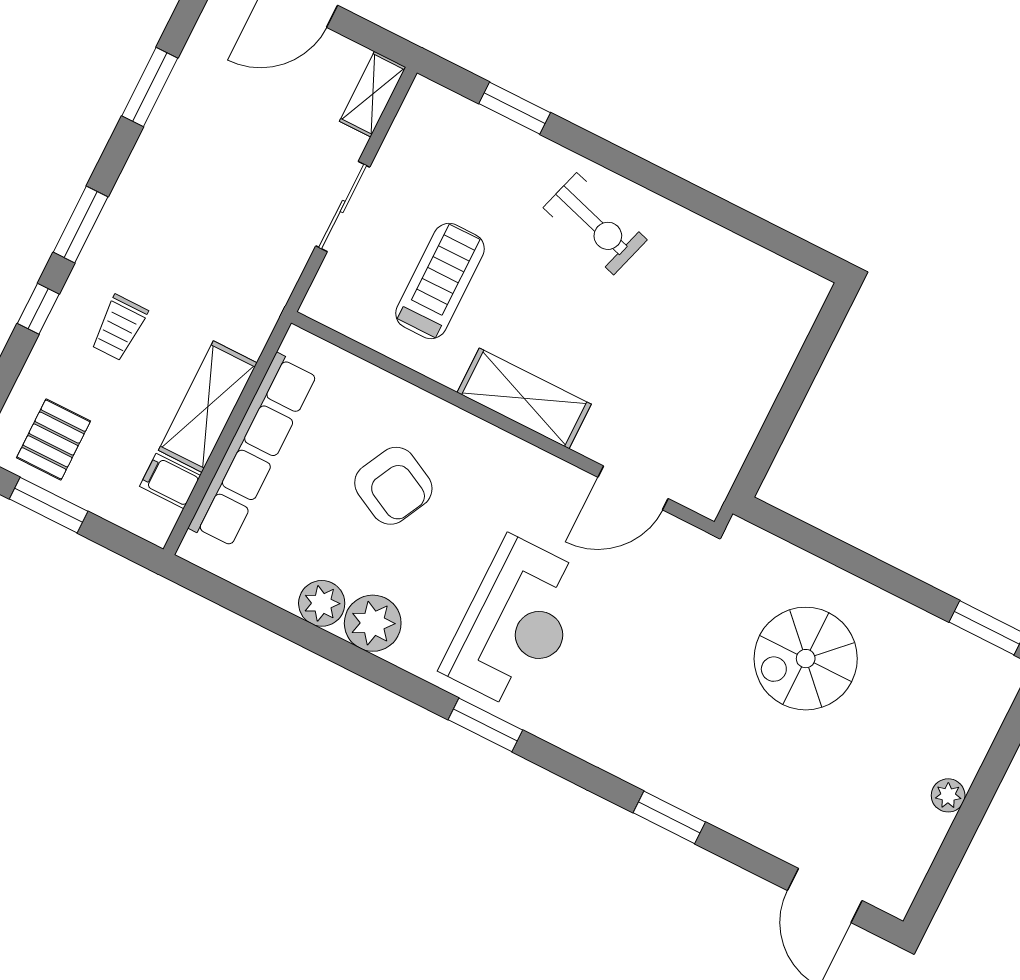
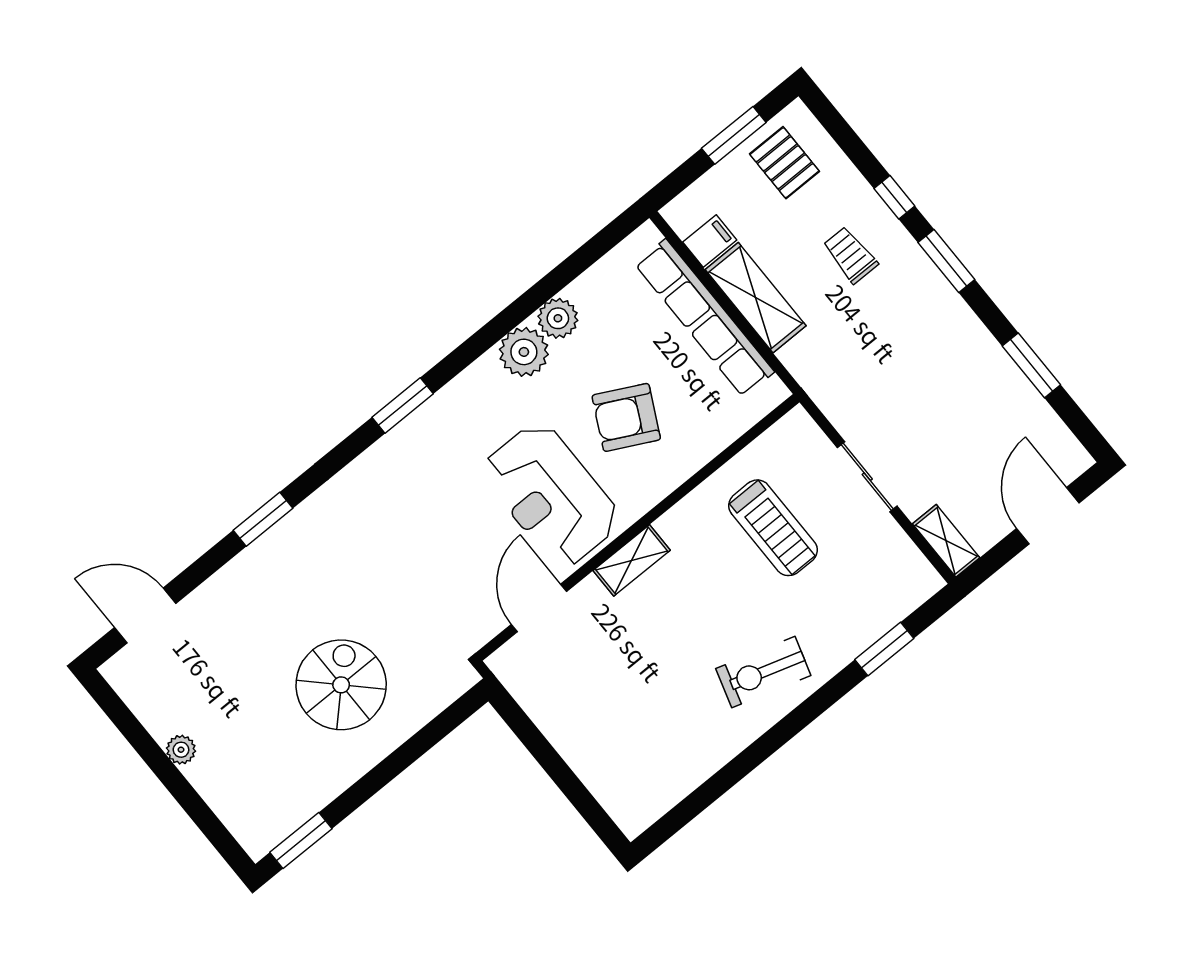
shelving: (524, 398) -> (632, 560), width x0.67, depth x0.75
reception desk: (516, 623) -> (551, 495), moved

